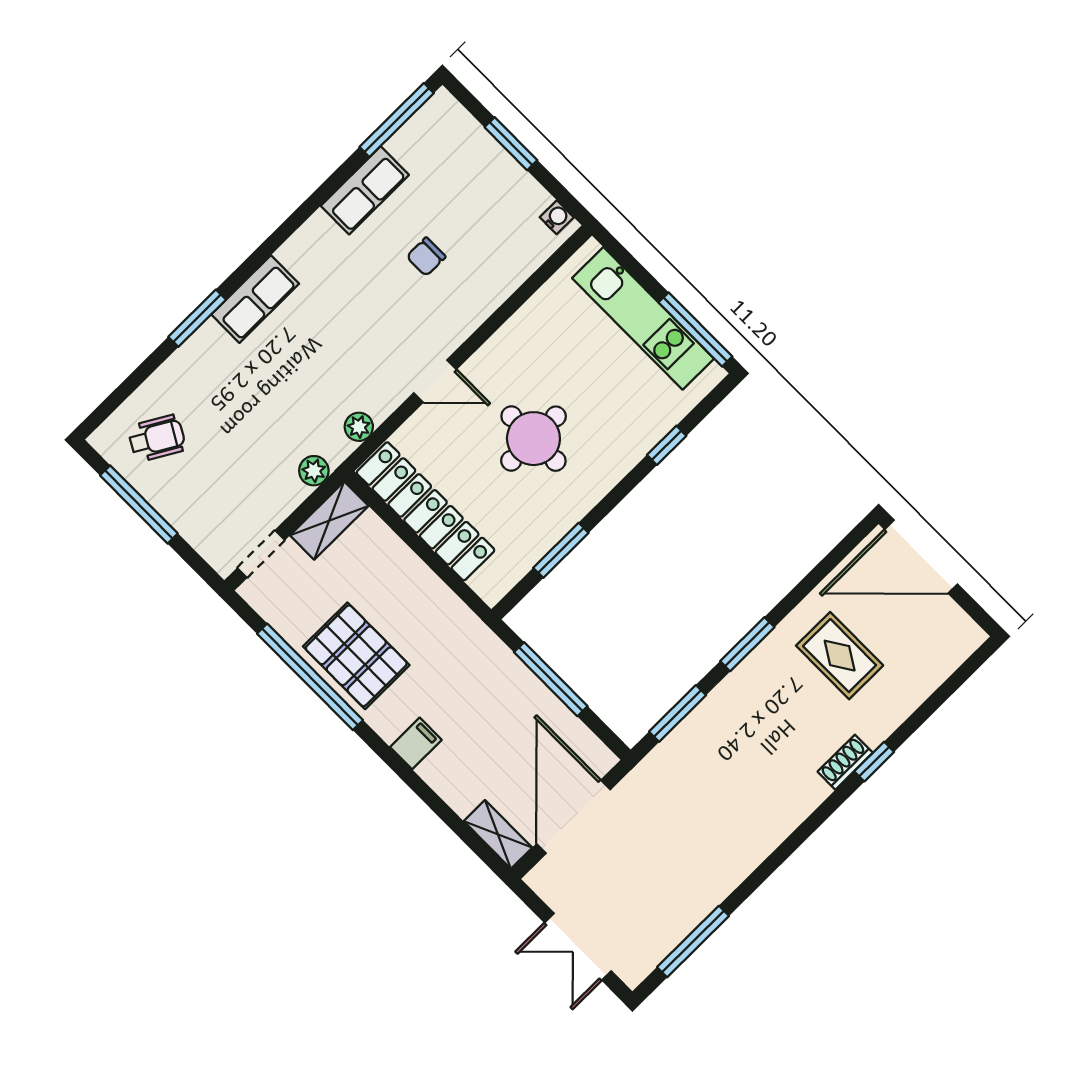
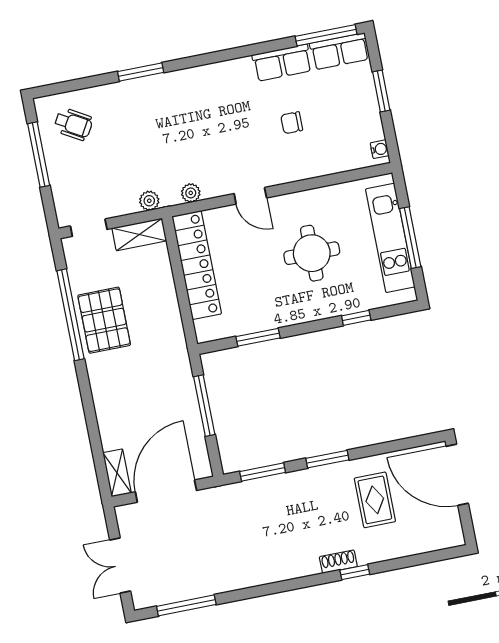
row of seats: (255, 299) -> (340, 51), moved
window: (695, 329) -> (410, 238), moved
round table: (533, 439) -> (312, 253), moved
filing cabinet: (416, 743) -> (105, 391), removed

